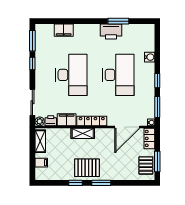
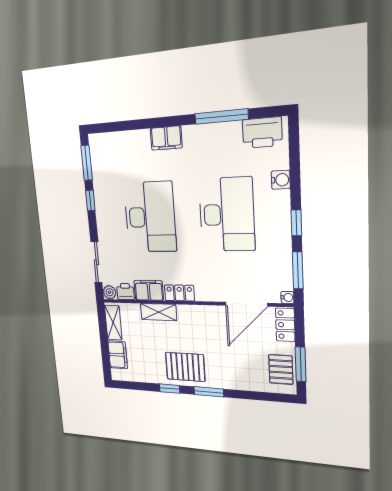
window: (118, 21) -> (221, 117), width x1.44
filing cabinet: (64, 30) -> (166, 138), moved
printer: (111, 31) -> (262, 132), moved
locker: (92, 121) -> (179, 293), width x0.66
shelving: (83, 133) -> (159, 312), moved
filing cabinet: (41, 163) -> (118, 355), width x2.00

